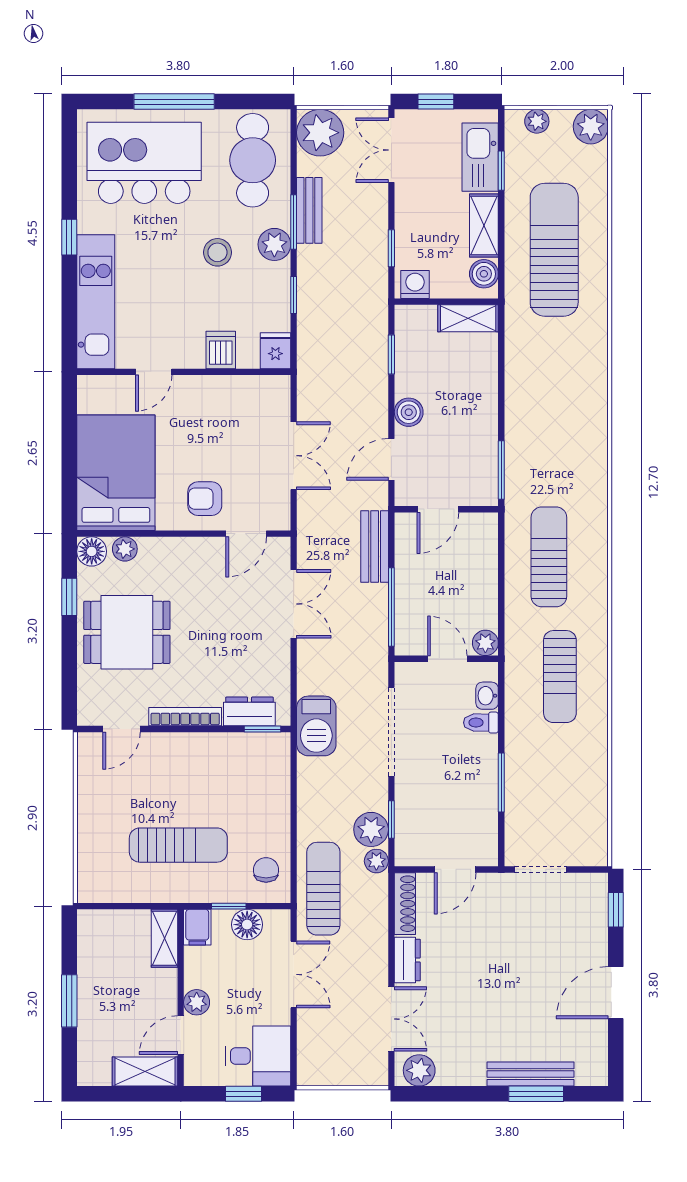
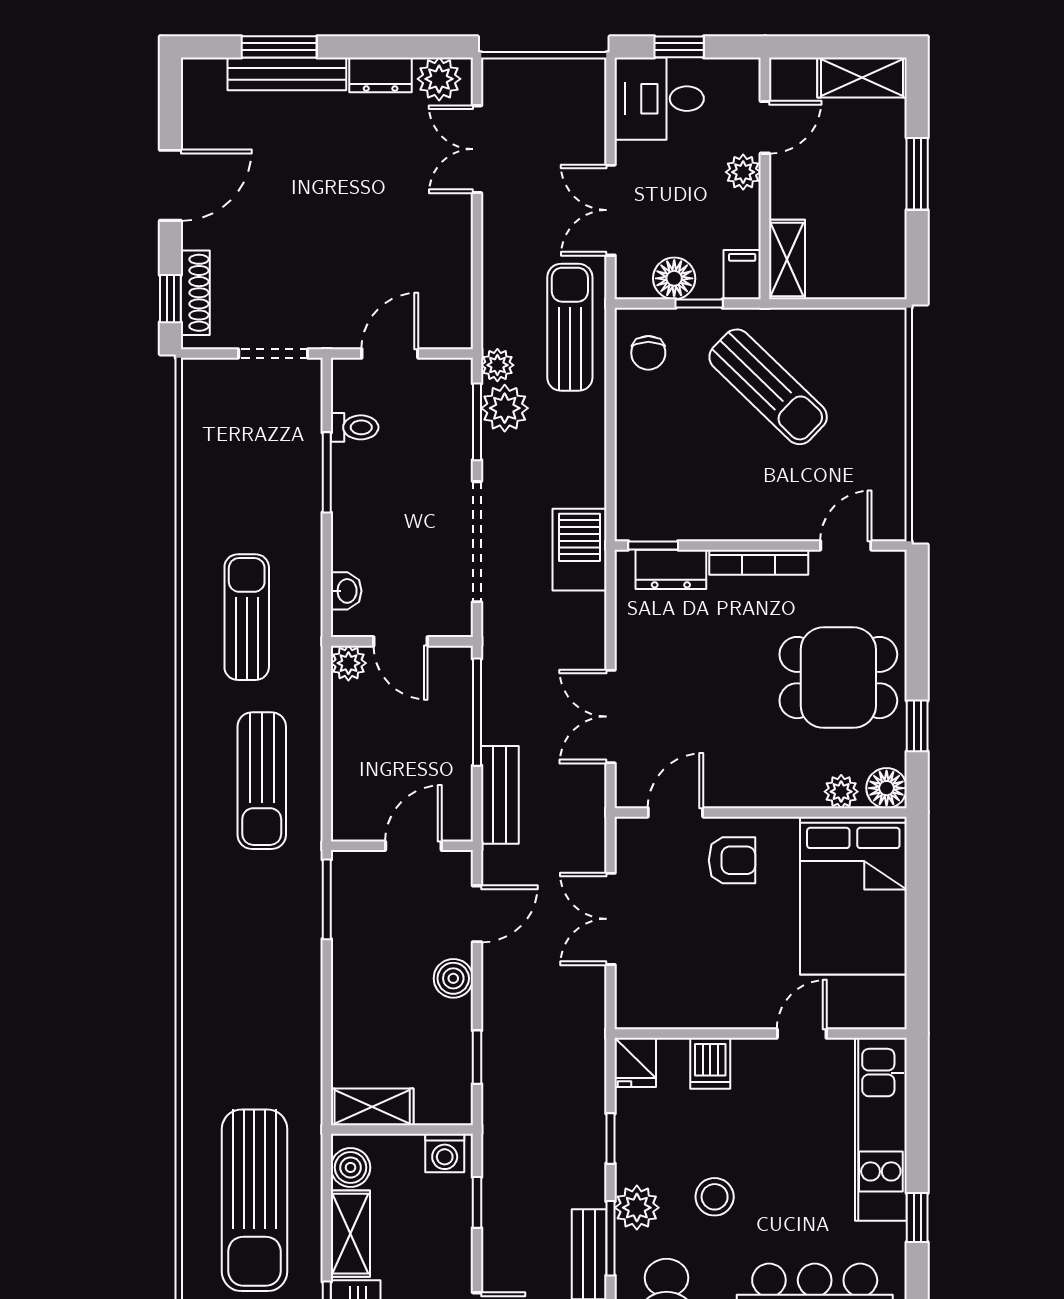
toilet: (481, 723) -> (355, 427), moved
window: (391, 820) -> (477, 422), width x1.50
sun lounger: (178, 845) -> (768, 387), turned -136
sun lounger: (323, 889) -> (570, 327), turned 180
shoe rack: (405, 904) -> (195, 293), moved, turned 180
dresser: (407, 960) -> (381, 75), moved, turned -90
shelving: (145, 1072) -> (862, 77), moved

